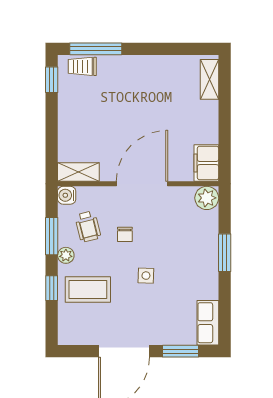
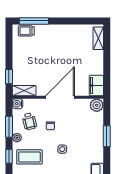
window: (52, 80) -> (9, 77), moved

